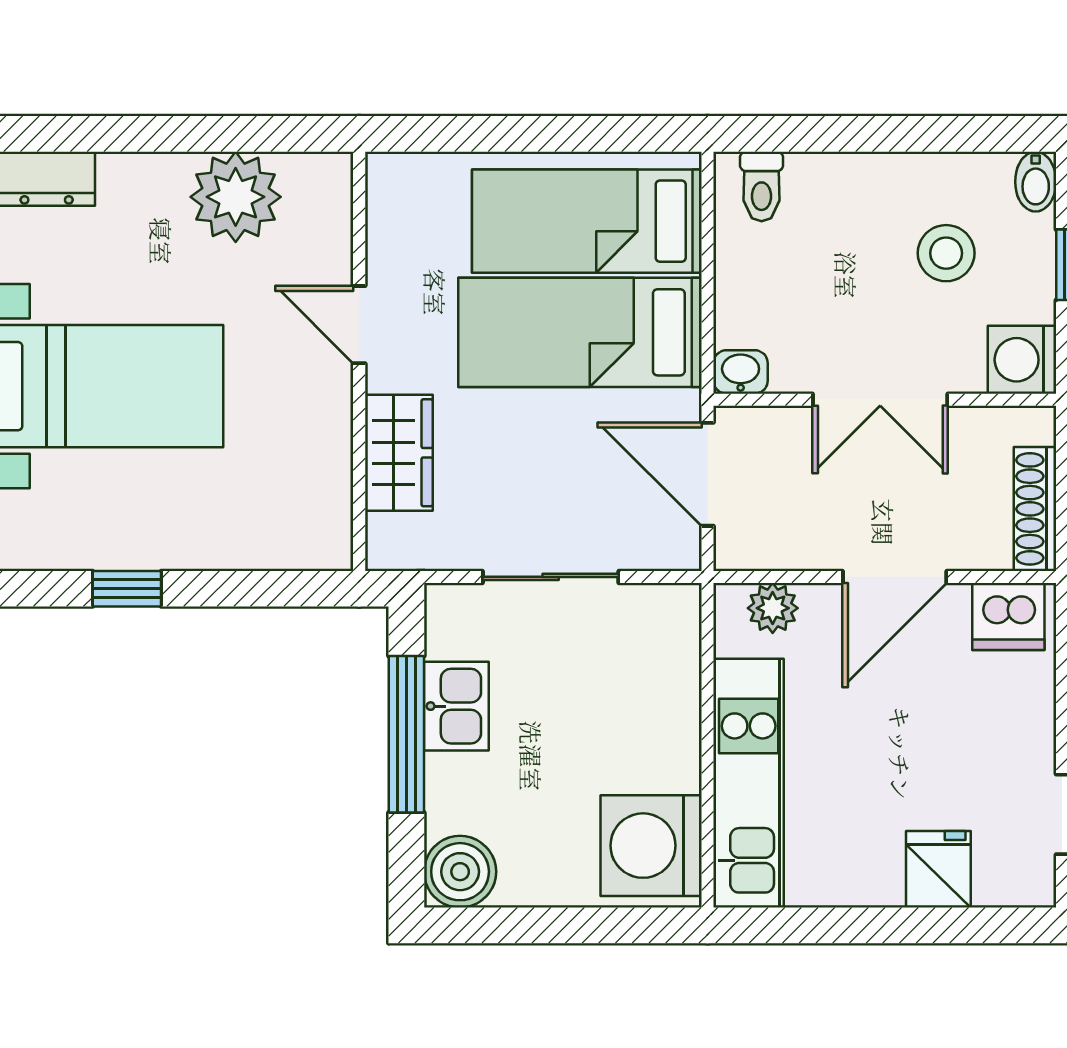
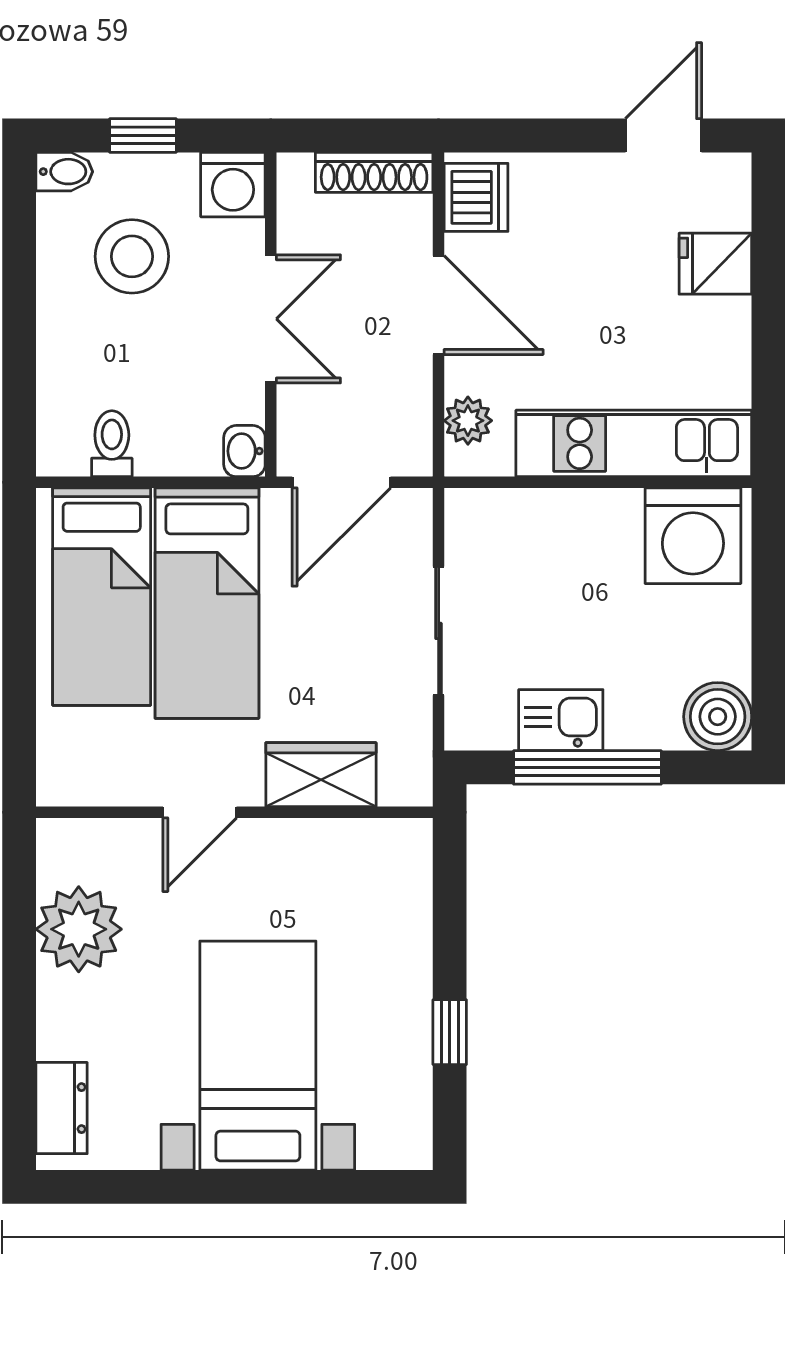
toilet: (762, 186) -> (112, 444), moved, turned -90
stool: (946, 253) -> (132, 256), width x1.38, depth x1.38

